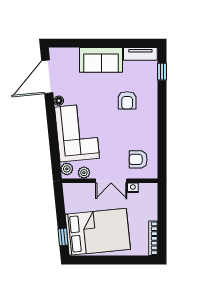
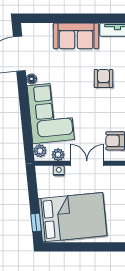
armchair: (127, 100) -> (104, 79), turned 180
double door: (111, 181) -> (87, 163), swing flipped
nightstand: (133, 188) -> (59, 171), moved

